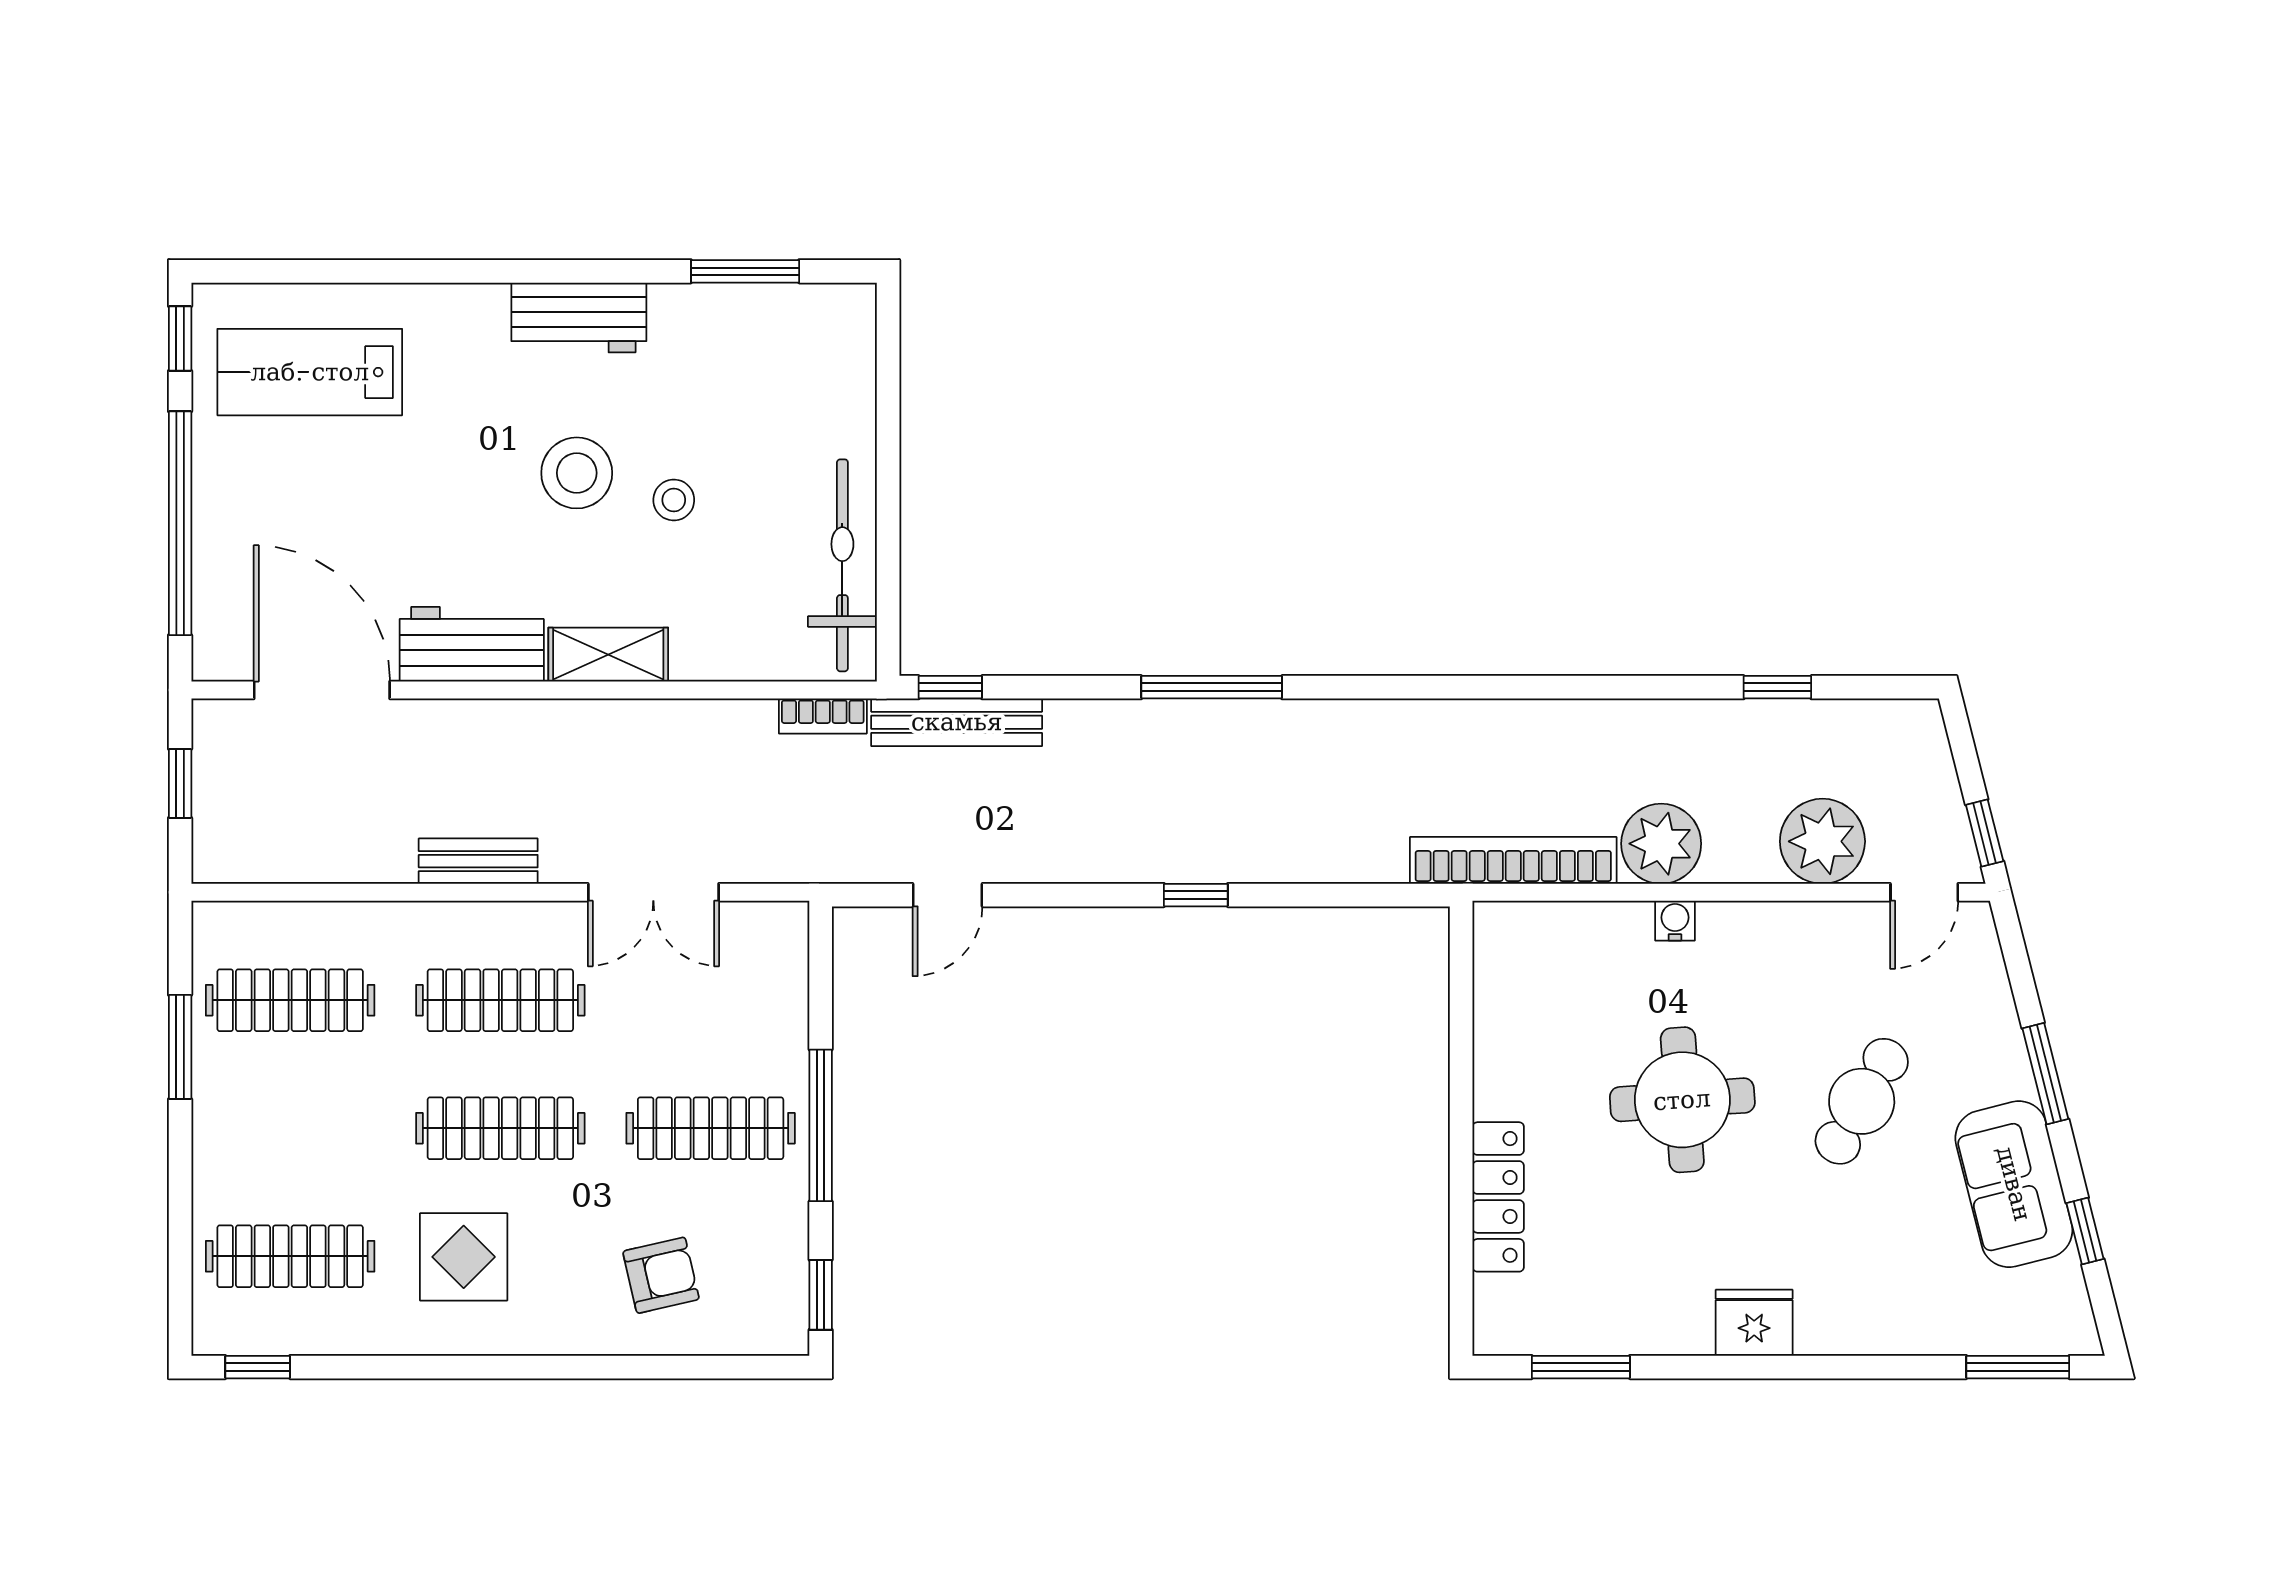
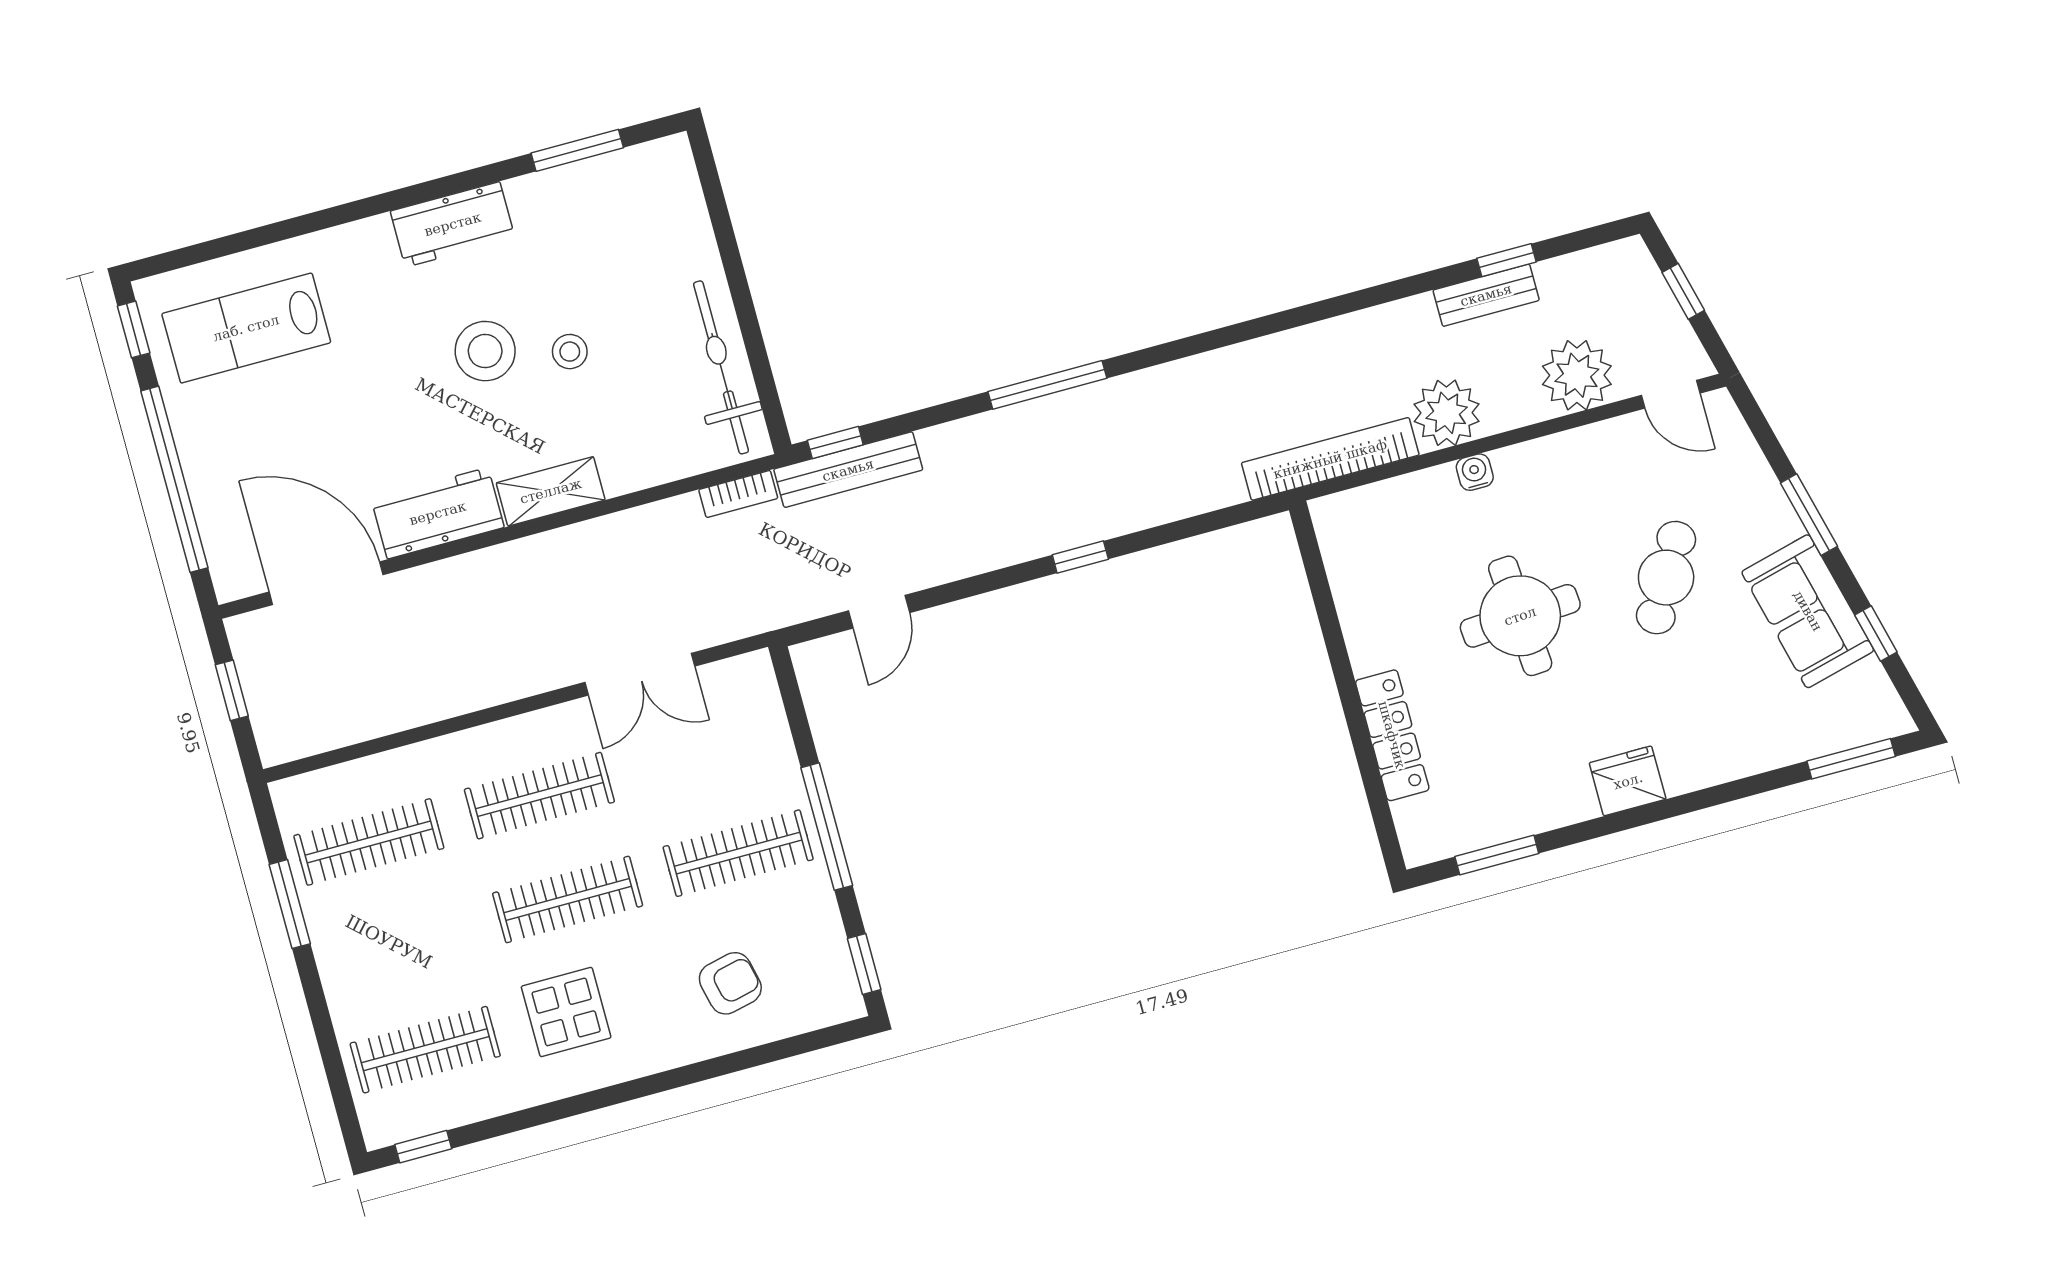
window: (1985, 833) -> (1683, 291), moved
bench: (478, 861) -> (1486, 295), moved
door: (1924, 892) -> (1671, 394), hinge flipped

